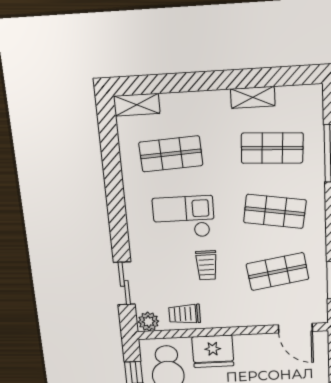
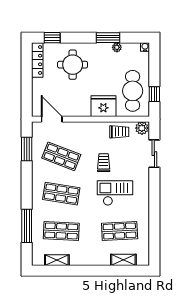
shelving: (253, 97) -> (57, 260), moved
shelving: (137, 105) -> (123, 260), moved
checkout: (184, 217) -> (115, 193), turned 180
shop shelf: (277, 272) -> (61, 156), turned 30

